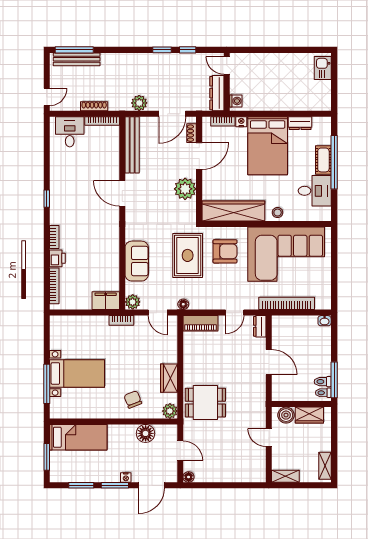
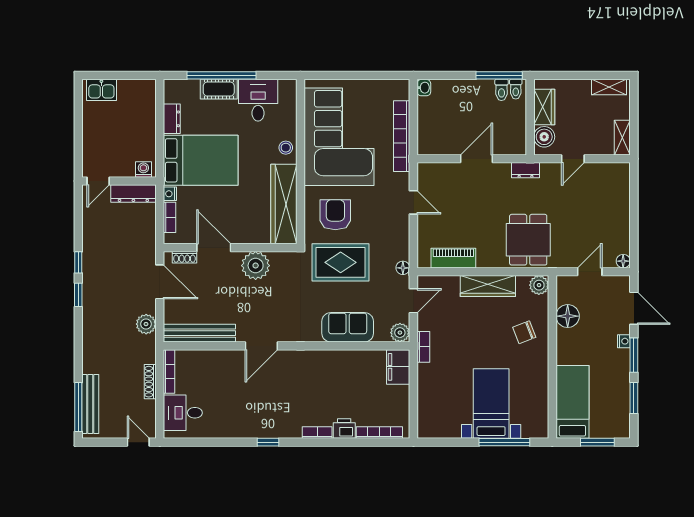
door: (227, 65) -> (98, 181), moved
wall: (227, 82) -> (119, 181), moved
dresser: (217, 93) -> (133, 194), moved
washing machine: (236, 101) -> (143, 169), moved
piano: (201, 323) -> (453, 258), moved, turned -90
dresser: (260, 326) -> (526, 170), moved
wardrobe: (169, 378) -> (488, 286), width x1.50

